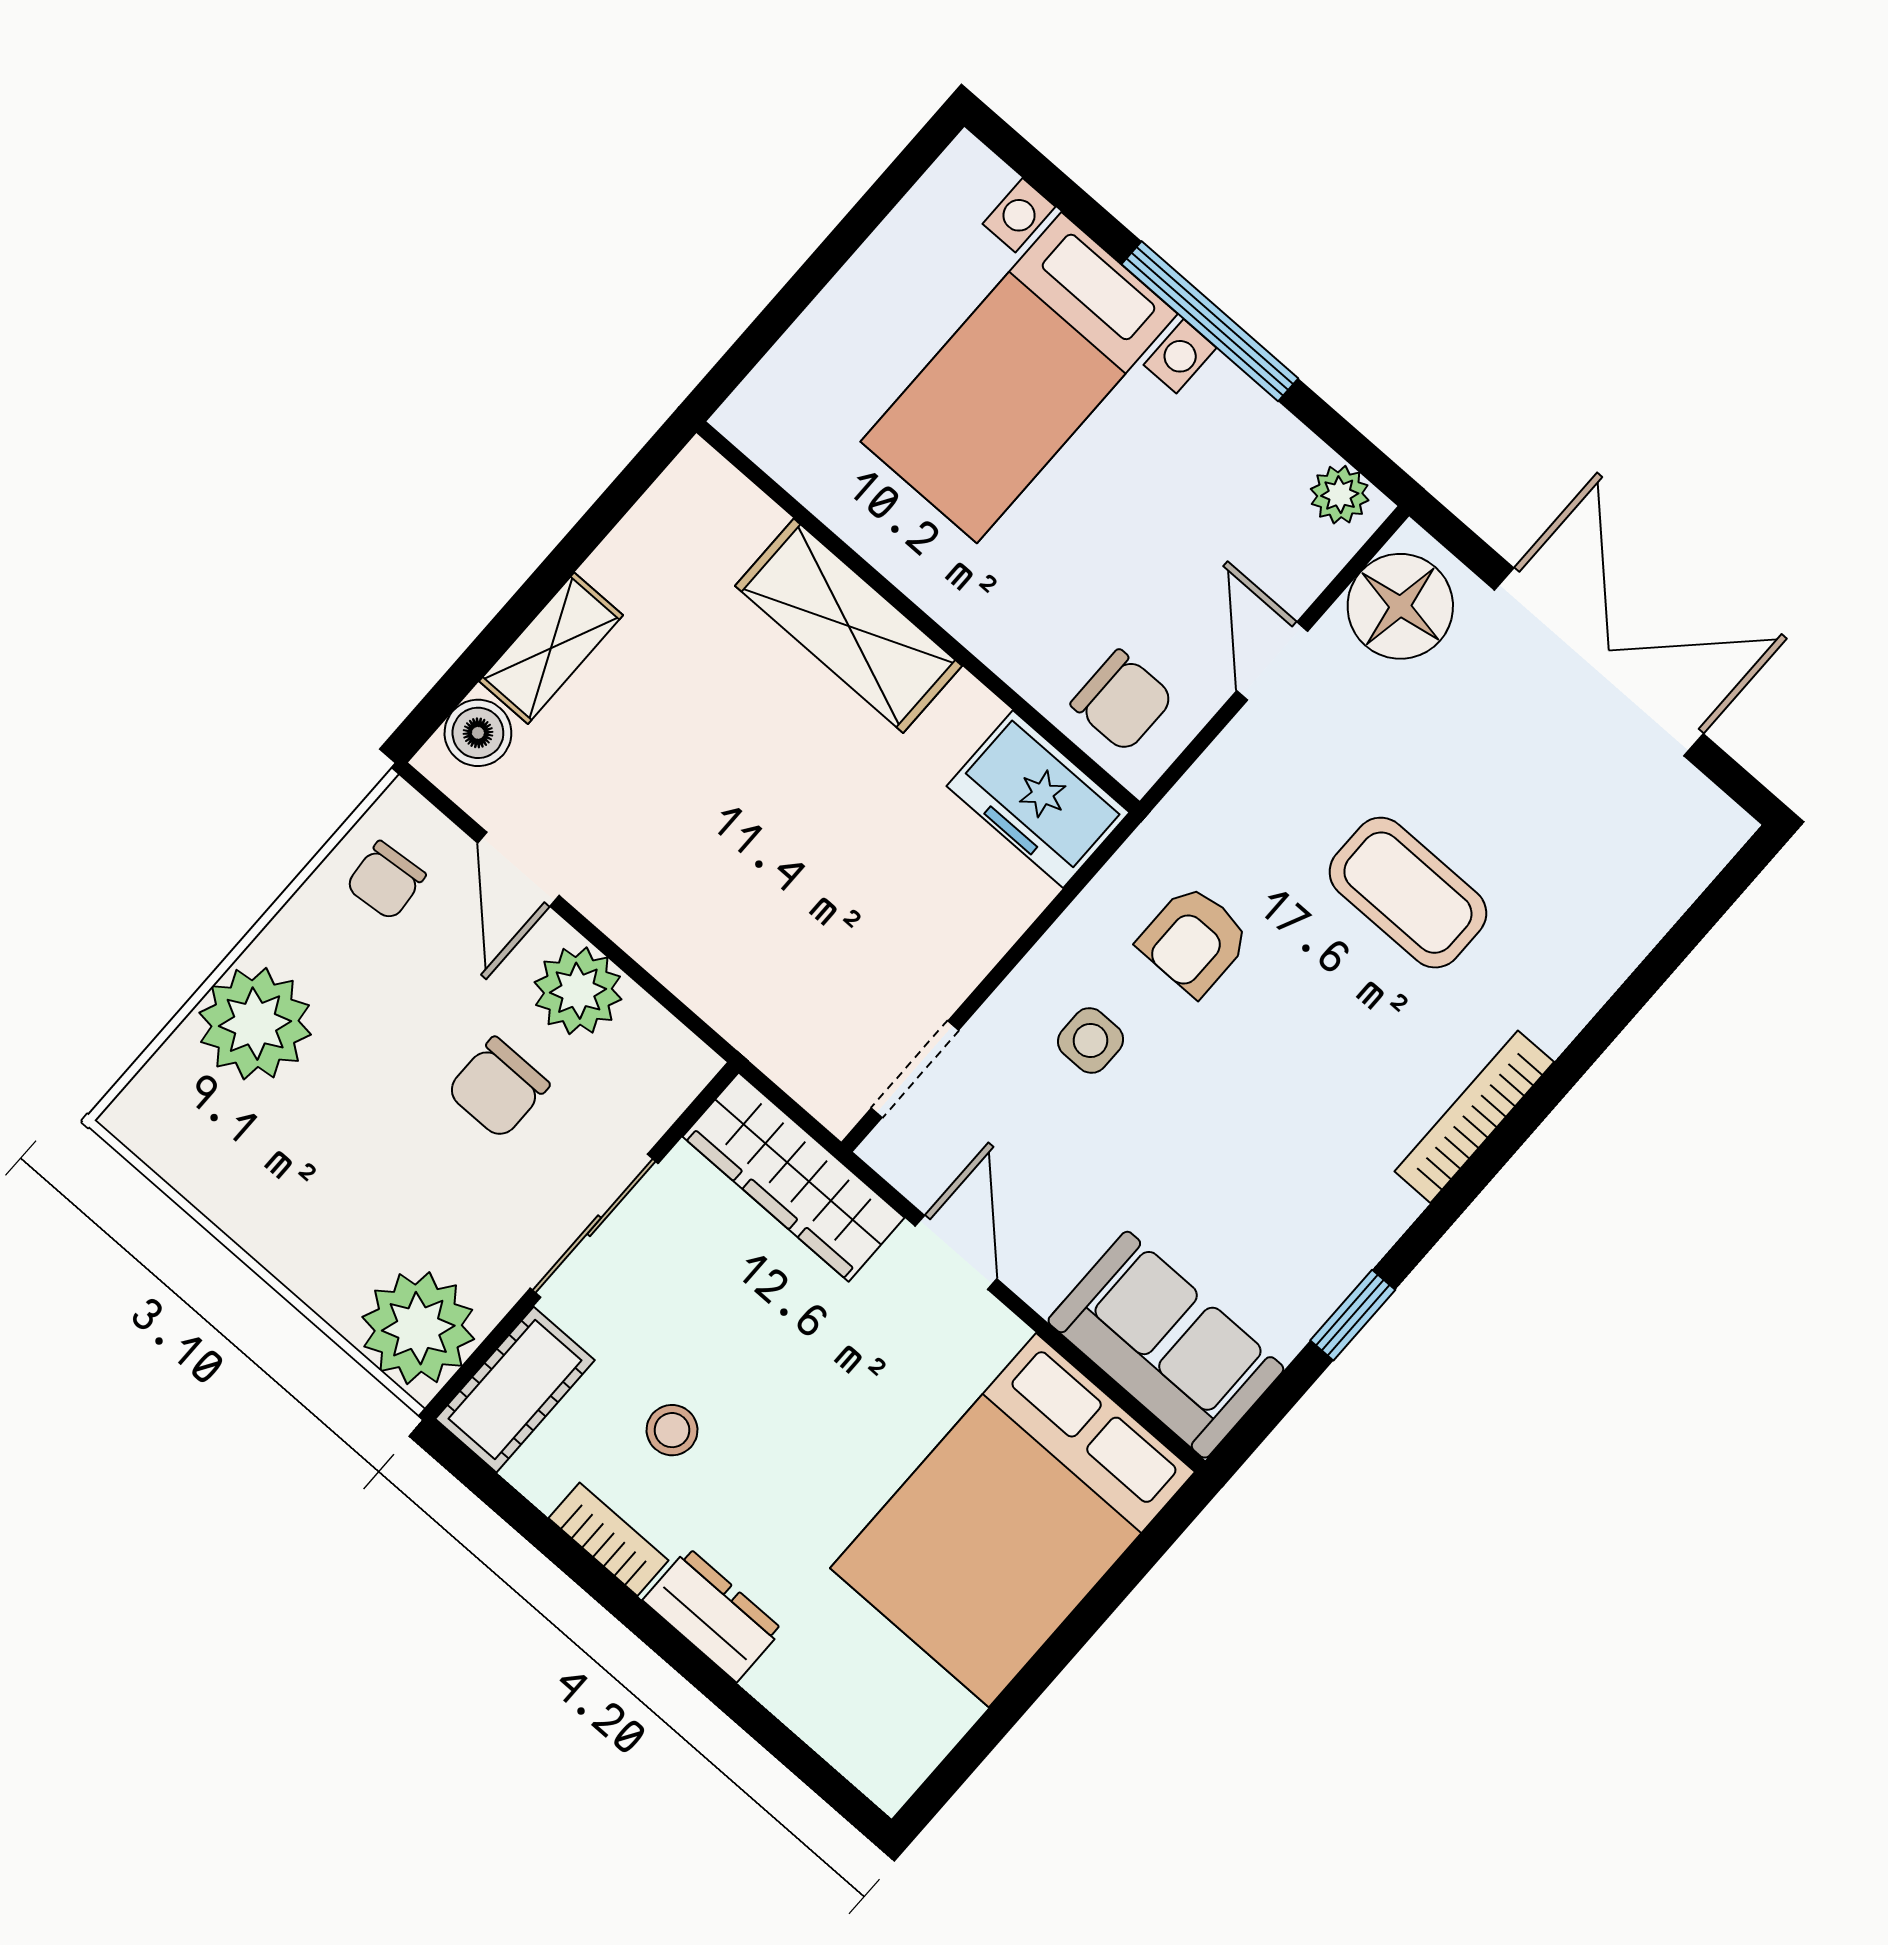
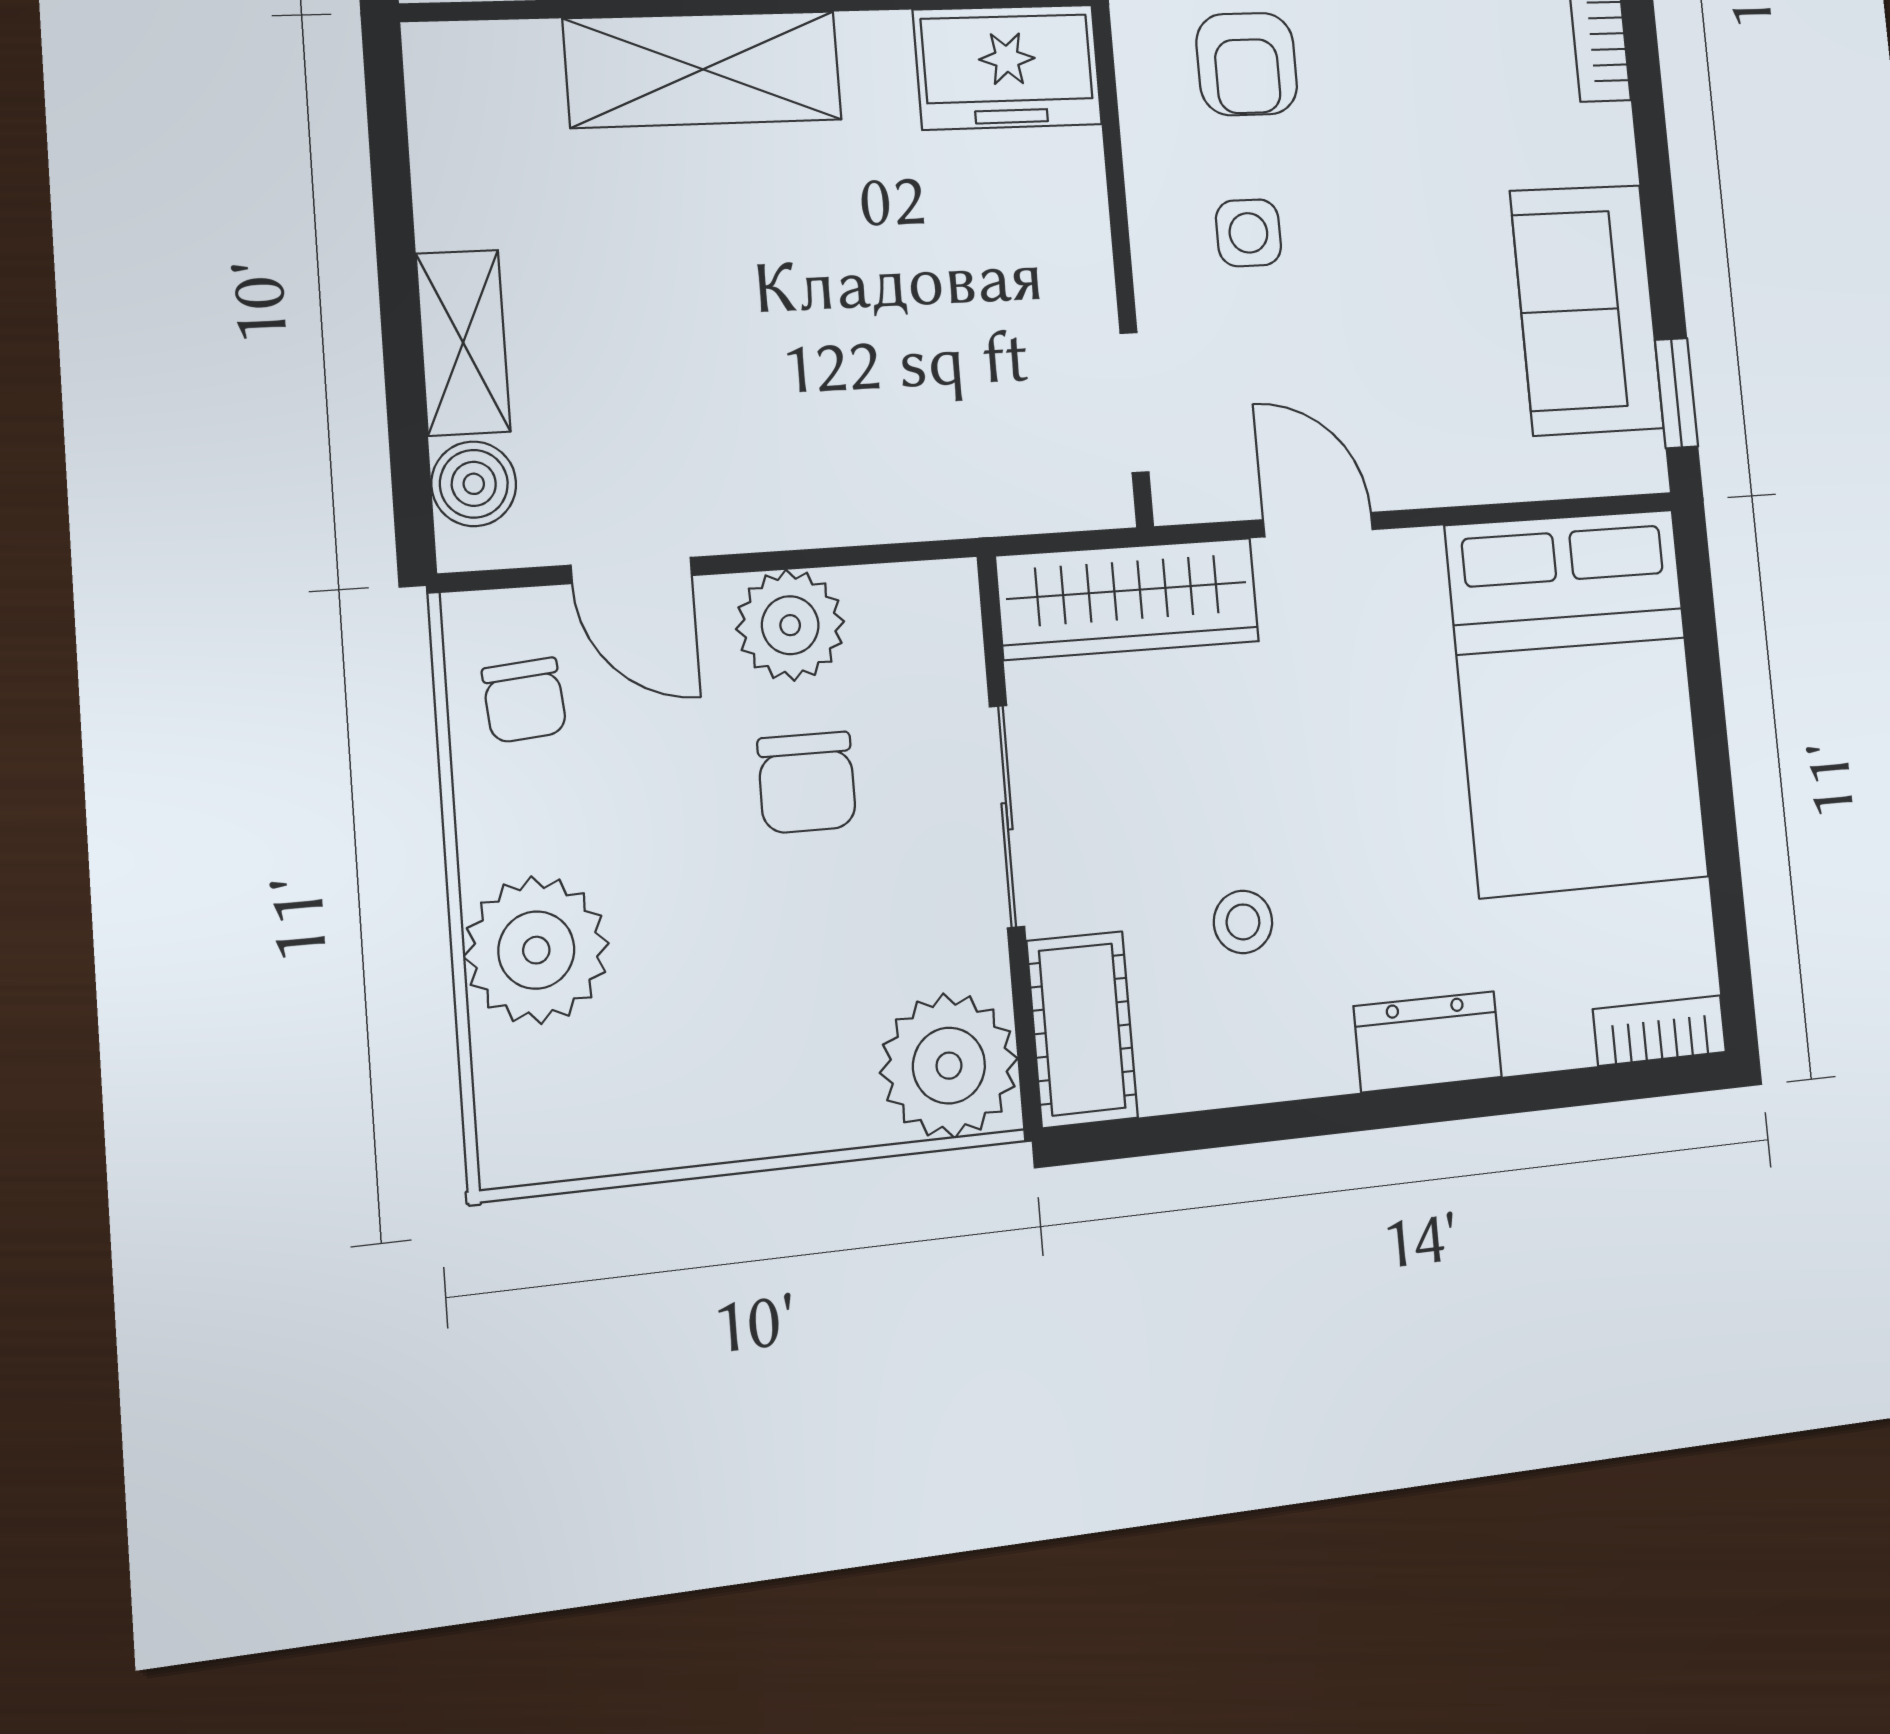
window: (1353, 1315) -> (1676, 393), moved
sofa: (1166, 1345) -> (1587, 310), moved, turned -90
bookcase: (609, 1539) -> (1659, 1031), moved

